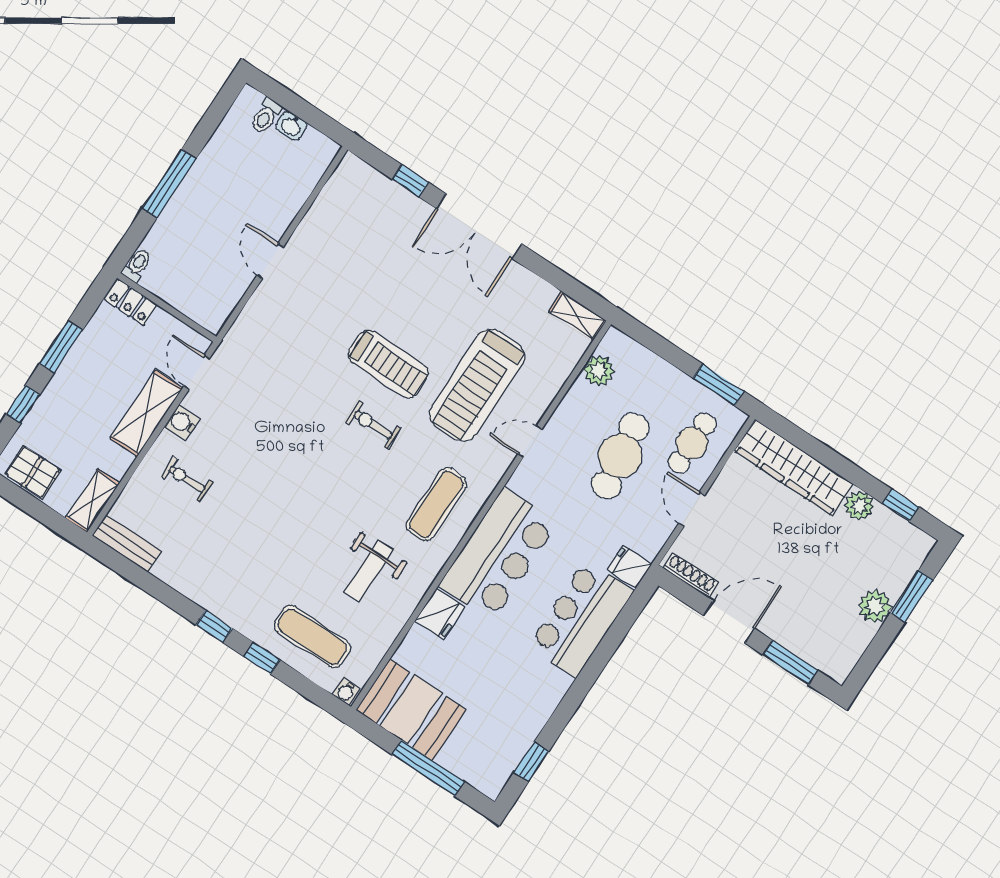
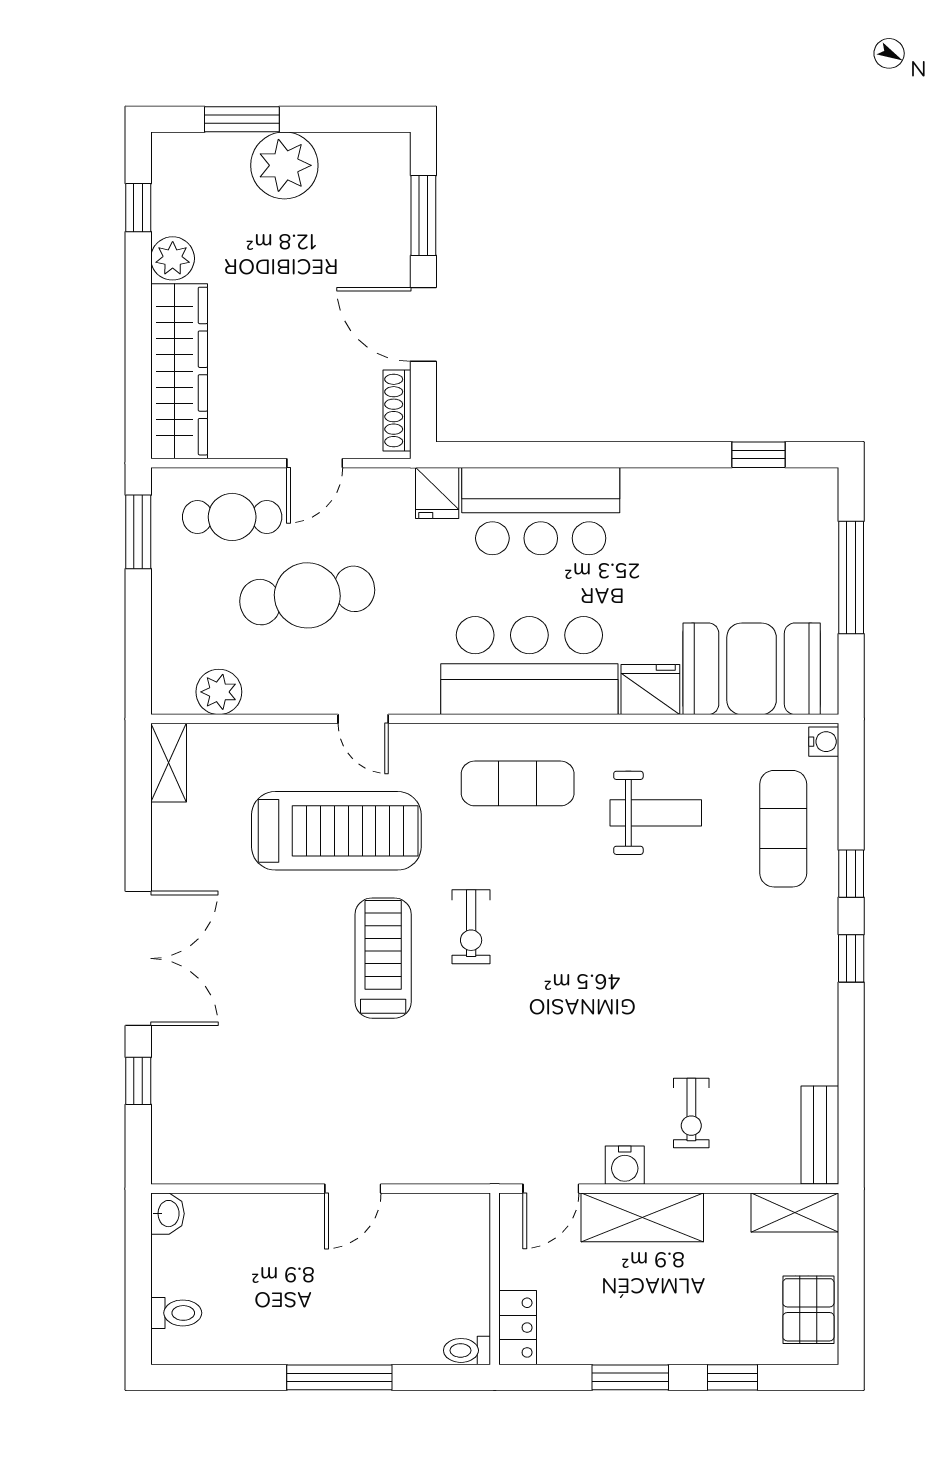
washbasin: (291, 126) -> (168, 1214), moved
plant: (875, 606) -> (284, 165), width x1.36, depth x1.36
booth: (411, 710) -> (752, 669), moved, turned 90

